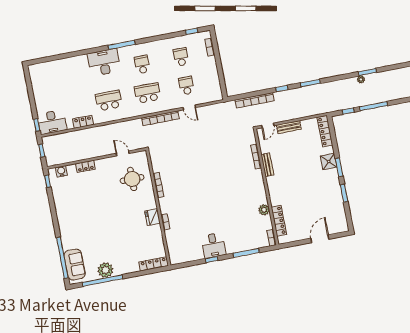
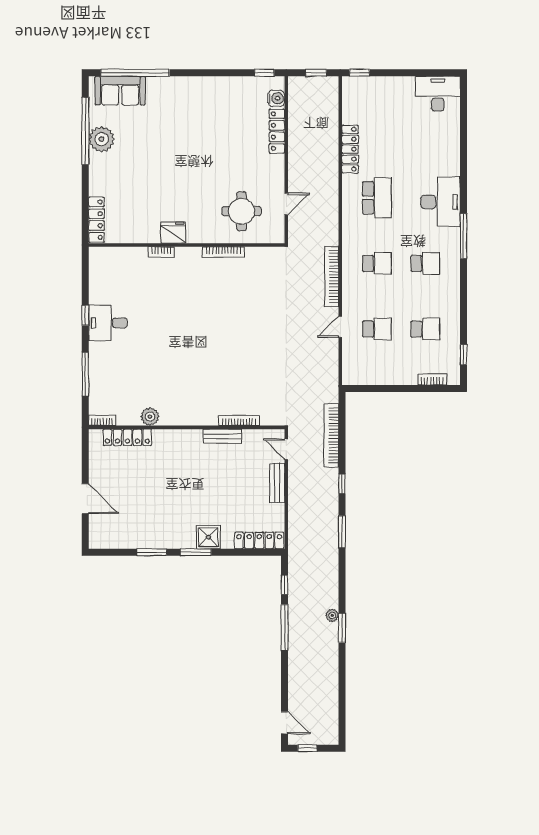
school desk: (148, 93) -> (377, 263), width x0.54
desk: (52, 122) -> (438, 94), moved, turned 90
locker: (83, 122) -> (350, 149), width x1.53
locker: (85, 166) -> (277, 131), width x1.53

